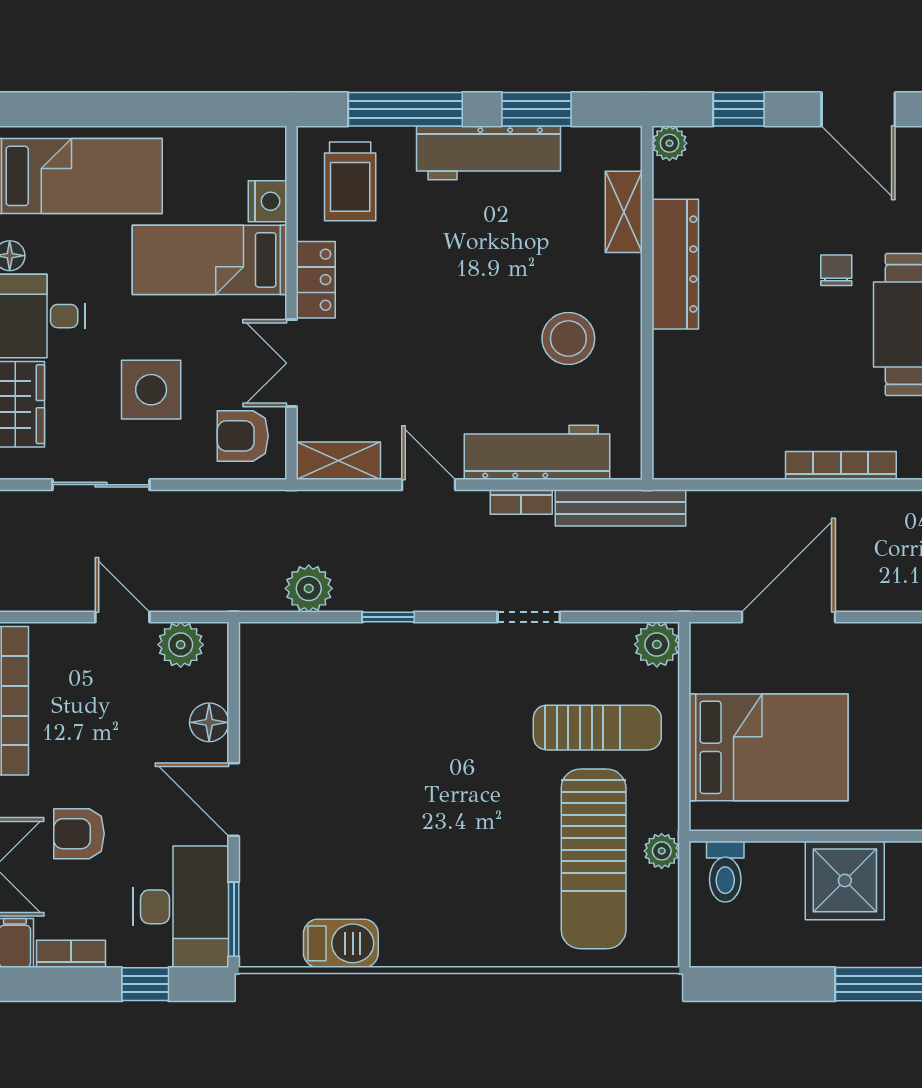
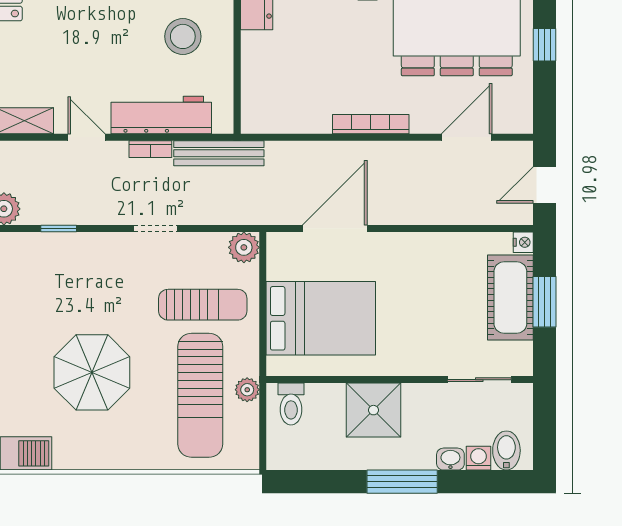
parasol: (437, 826) -> (92, 372), added

